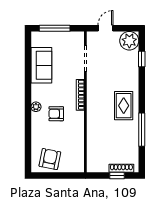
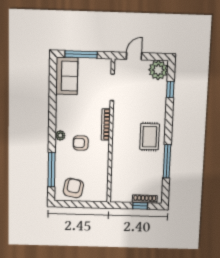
sofa: (41, 65) -> (67, 76), moved
window: (28, 141) -> (52, 170), added

